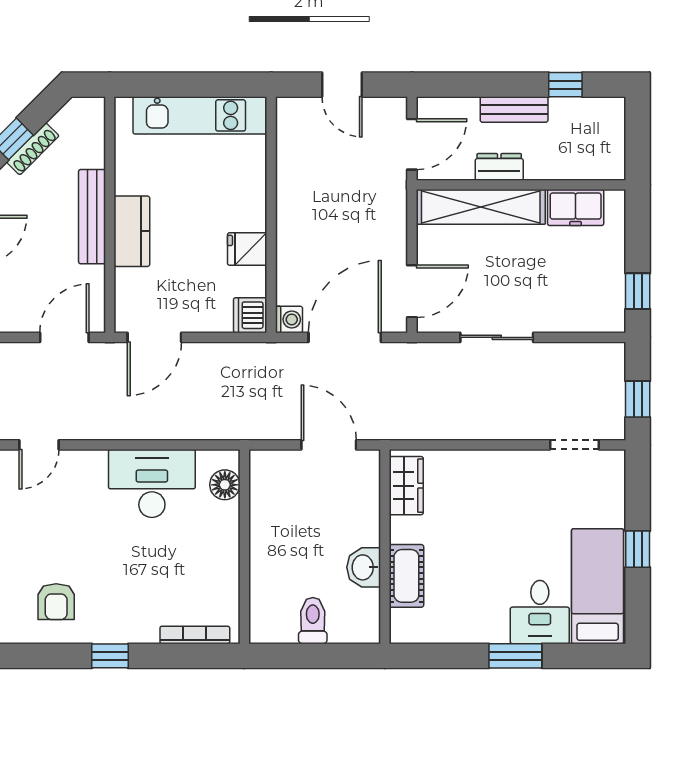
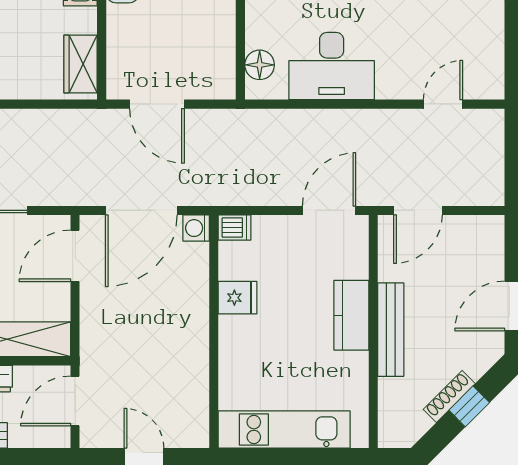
dishwasher: (250, 315) -> (235, 228), width x0.73

